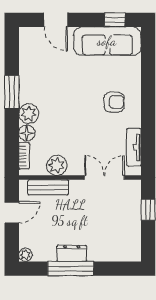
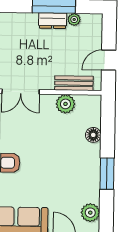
plant: (29, 114) -> (90, 213), moved
bookcase: (24, 156) -> (96, 113), removed
plant: (25, 255) -> (74, 19), moved

